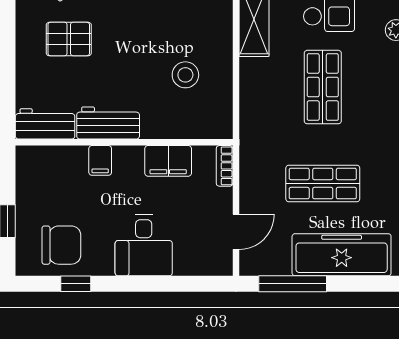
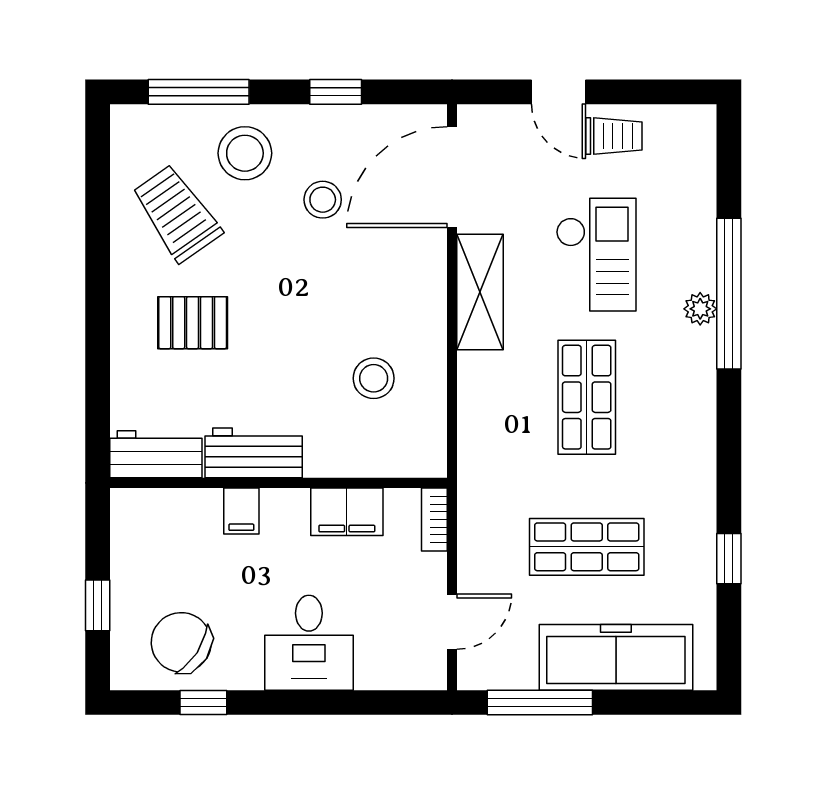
chair: (61, 245) -> (181, 642), turned -147

